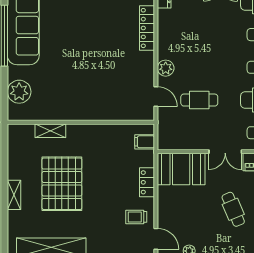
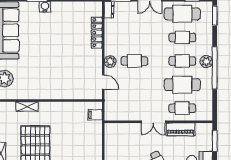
cafe table: (199, 100) -> (134, 61), moved
booth: (181, 169) -> (121, 134), removed
locker: (147, 182) -> (97, 144), removed

